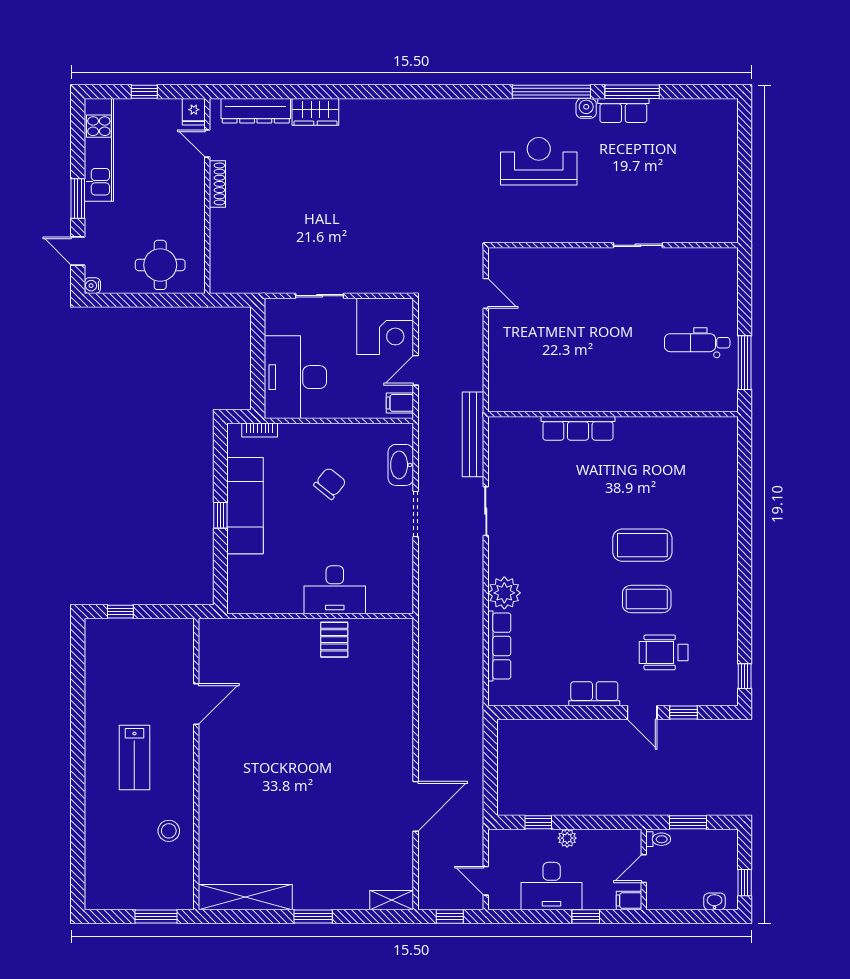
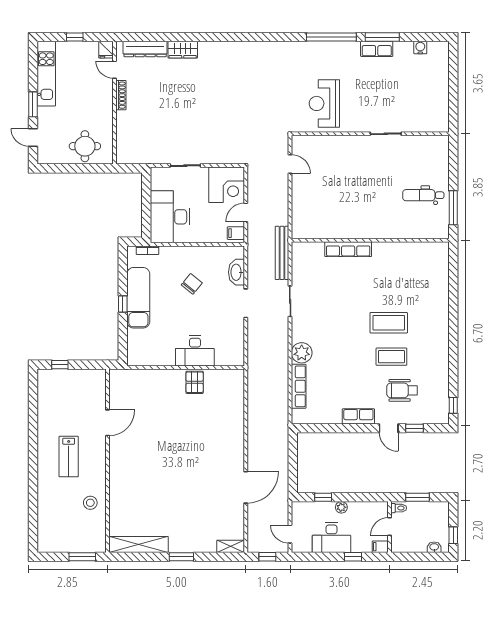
water cooler: (586, 108) -> (420, 48), moved
reception desk: (539, 161) -> (324, 103), moved, turned -90
water cooler: (92, 286) -> (42, 159), removed

